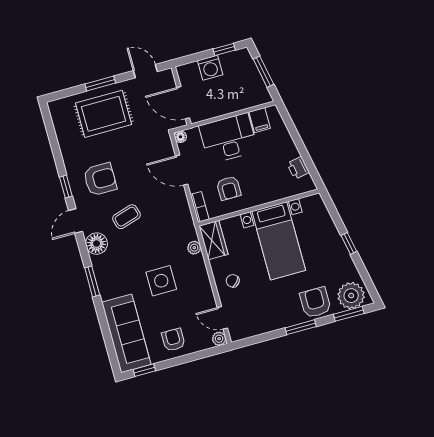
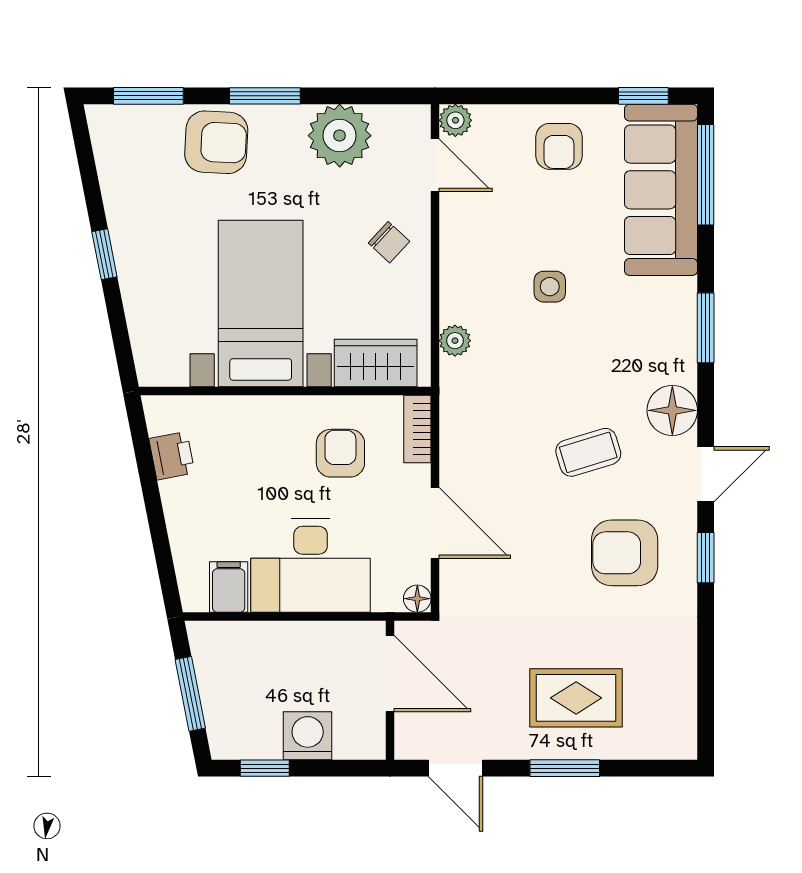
rug: (104, 114) -> (576, 698), width x0.73, depth x0.70
wardrobe: (213, 240) -> (376, 363), moved, turned 90
side table: (161, 281) -> (550, 287), width x0.54, depth x0.54
plant: (351, 296) -> (340, 136), moved
armchair: (315, 302) -> (216, 142), turned -87
window: (110, 345) -> (706, 175), added

